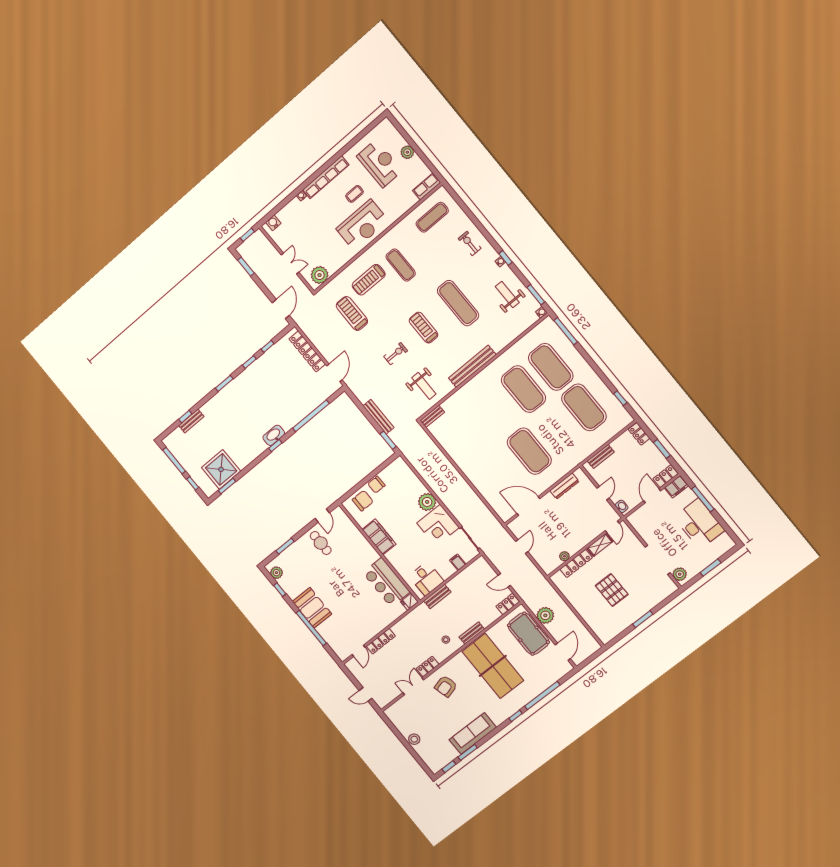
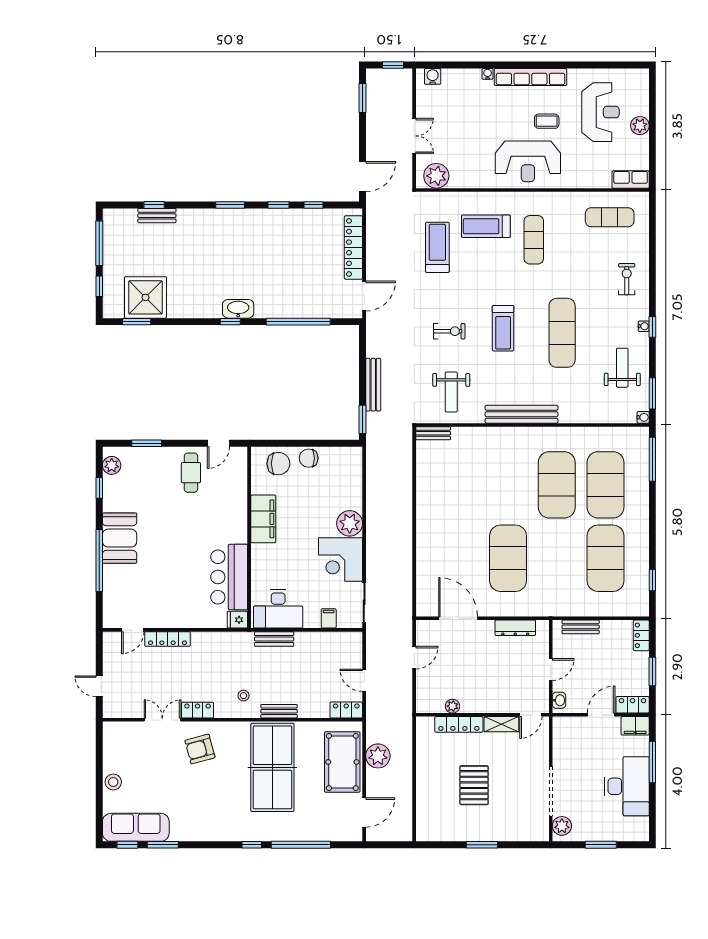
treadmill: (424, 328) -> (503, 328), turned 180
desk: (426, 579) -> (278, 609), width x1.37
sofa: (473, 733) -> (136, 827), moved

